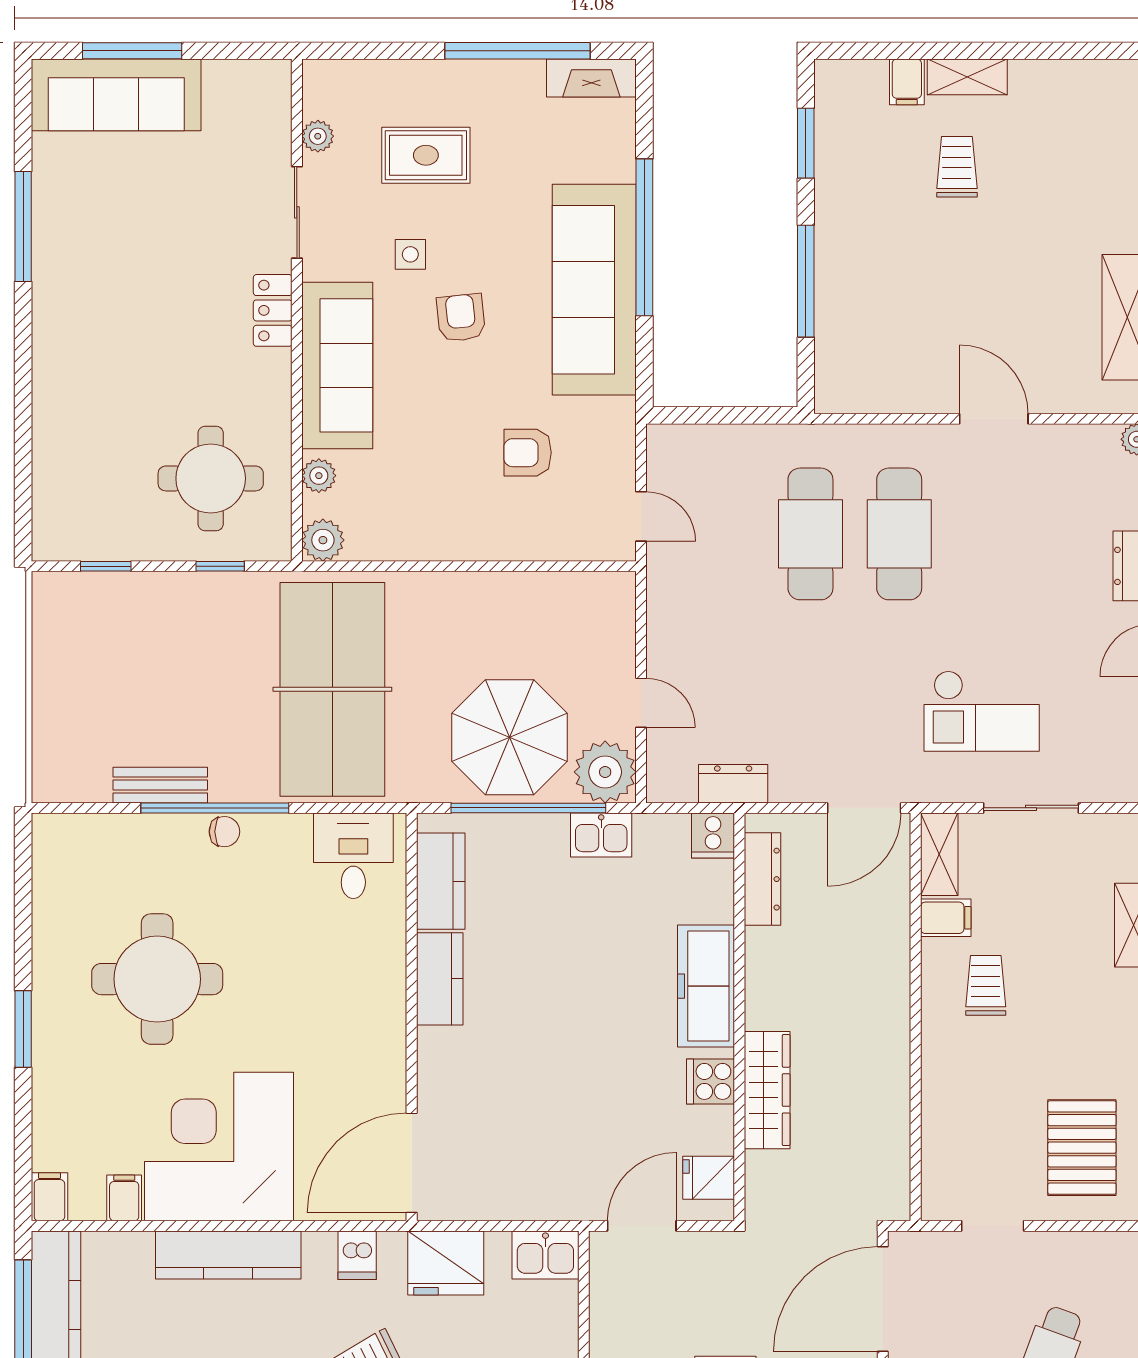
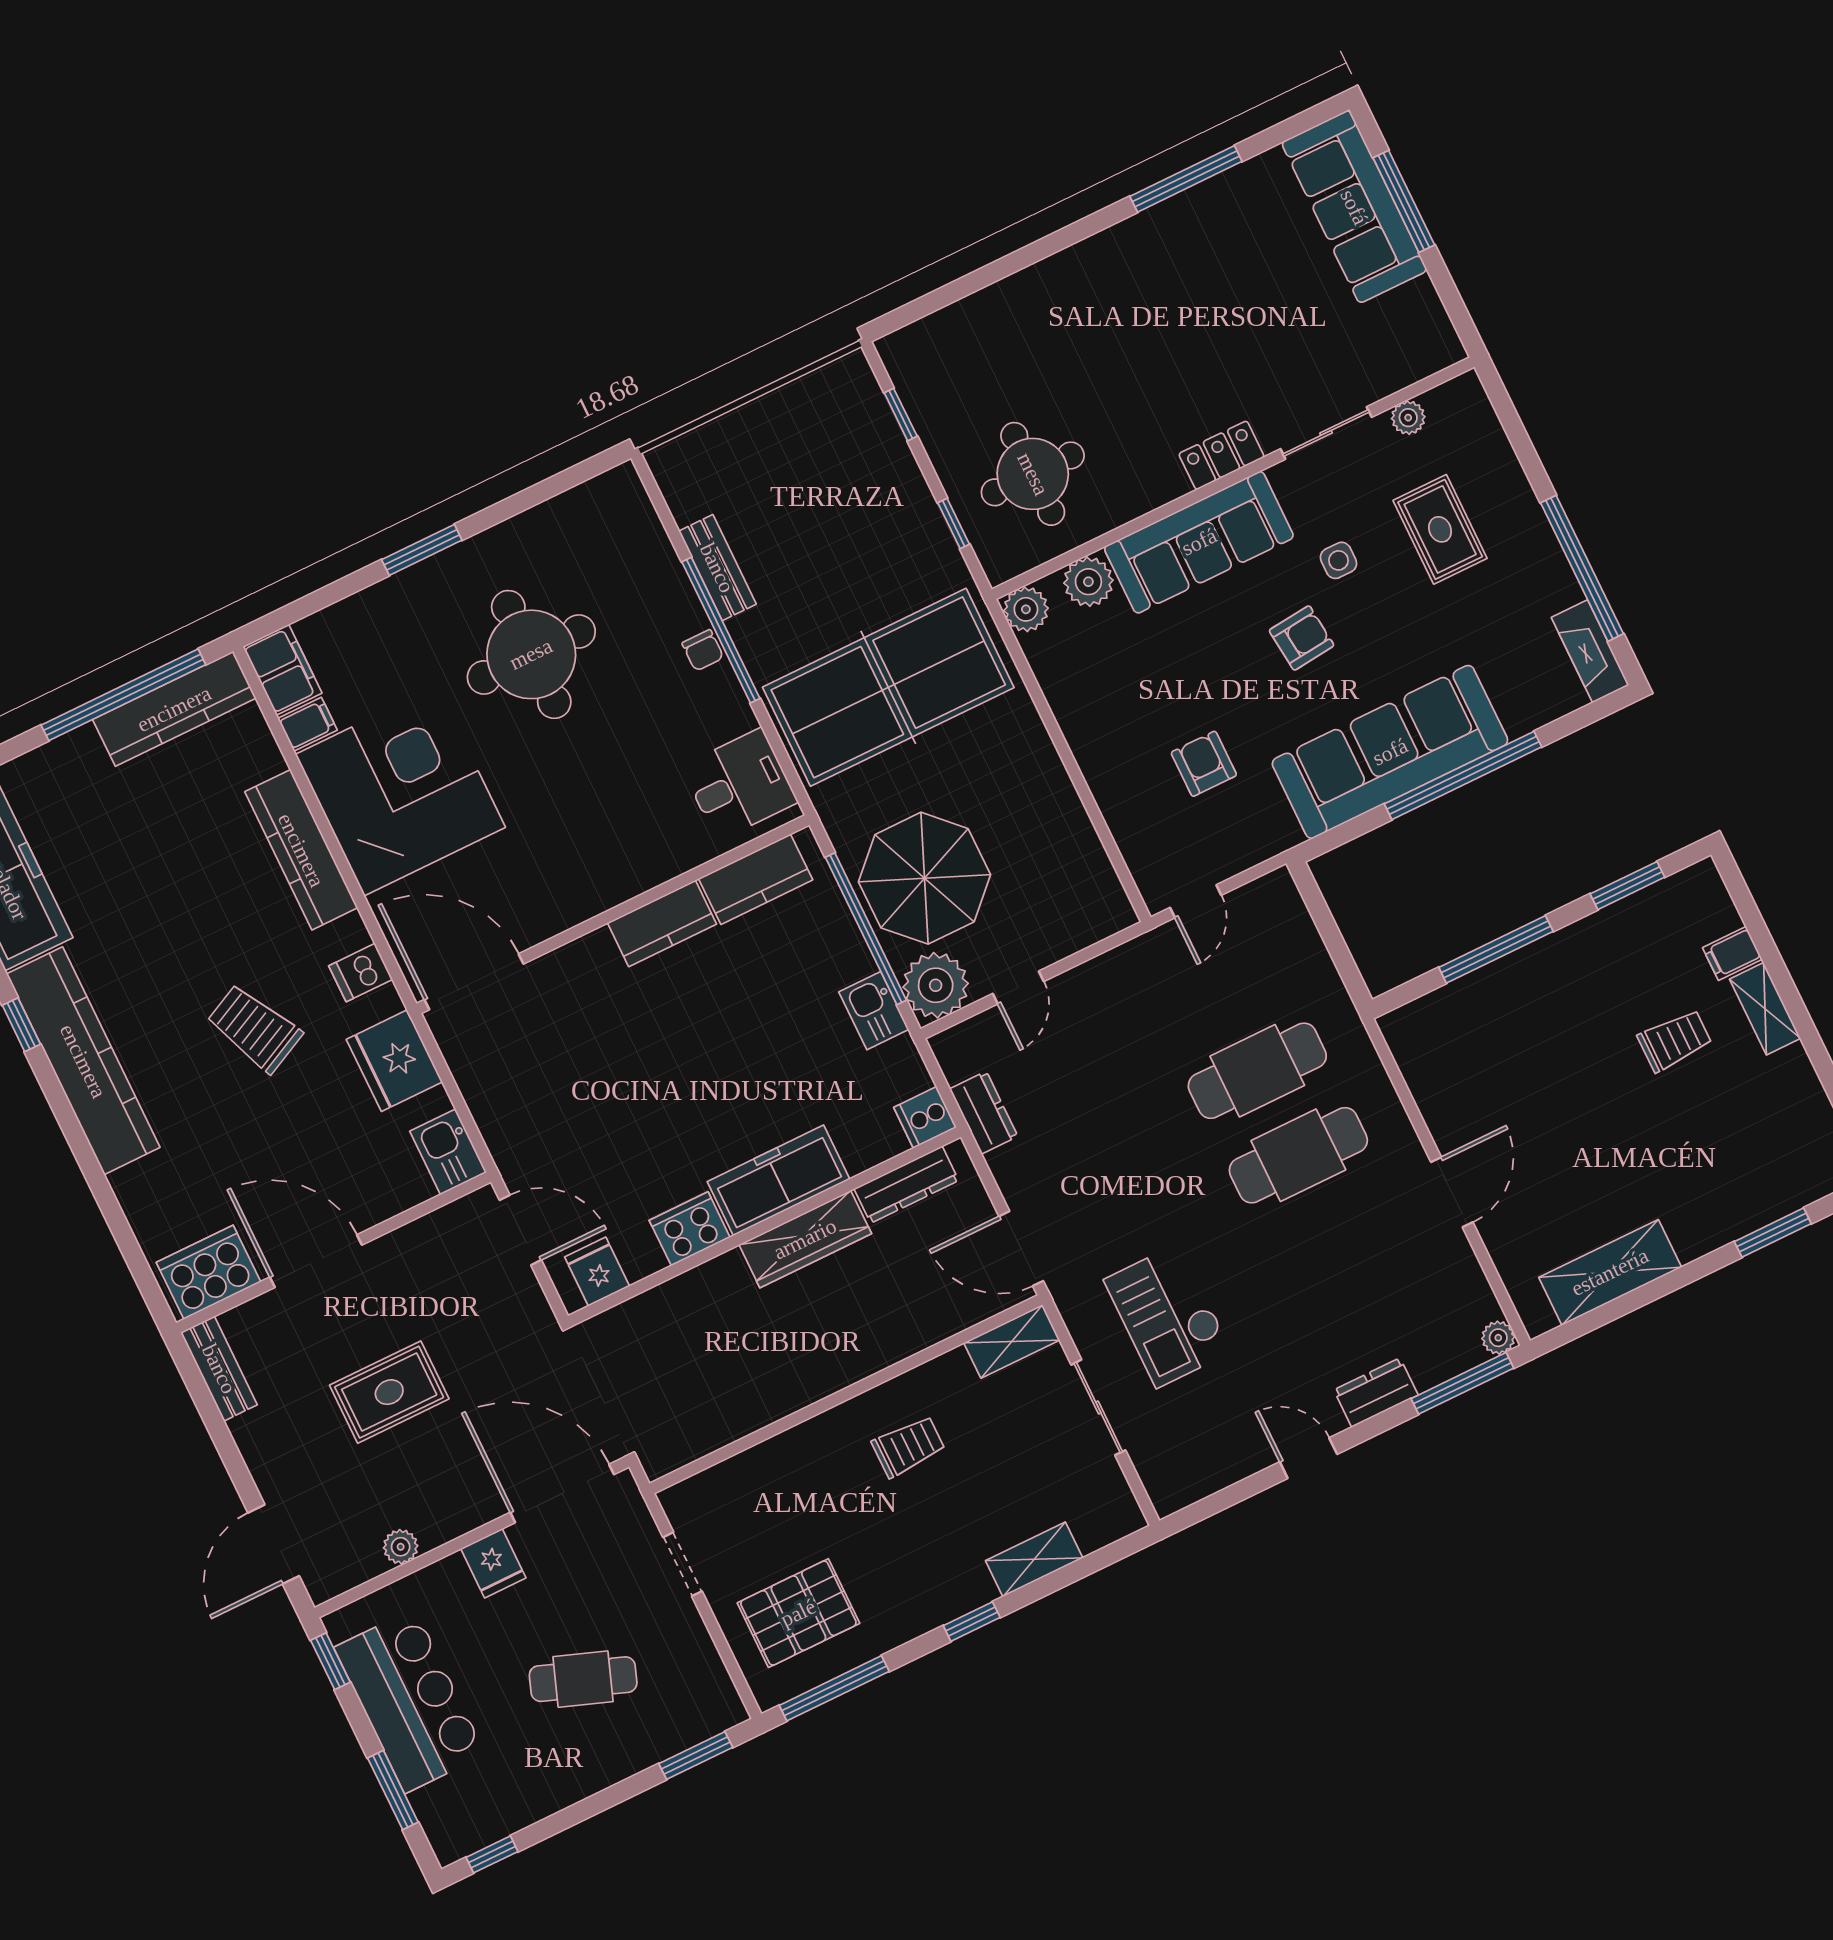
plant: (319, 476) -> (1088, 582), width x1.38, depth x1.38
filing cabinet: (946, 918) -> (954, 1377), removed
cooker: (711, 1081) -> (690, 1229), width x1.36
wardrobe: (767, 1090) -> (805, 1239), moved
filing cabinet: (49, 1197) -> (282, 670), width x2.00

